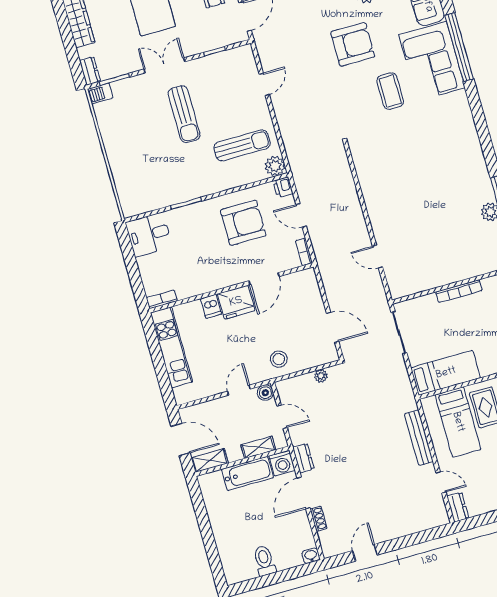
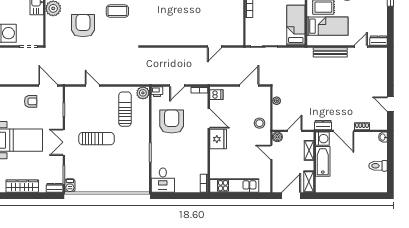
dishwasher: (211, 306) -> (216, 95), moved

